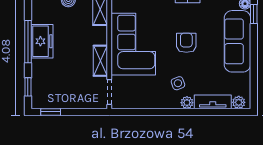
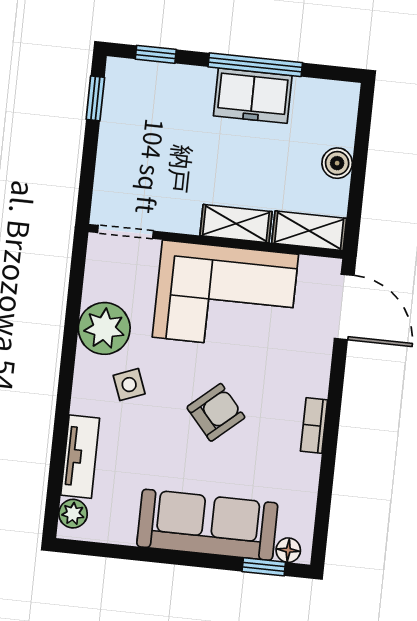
armchair: (186, 43) -> (216, 412), turned -41
shelving: (100, 61) -> (236, 224), moved
plant: (187, 103) -> (104, 328), moved, width x1.87, depth x1.87

